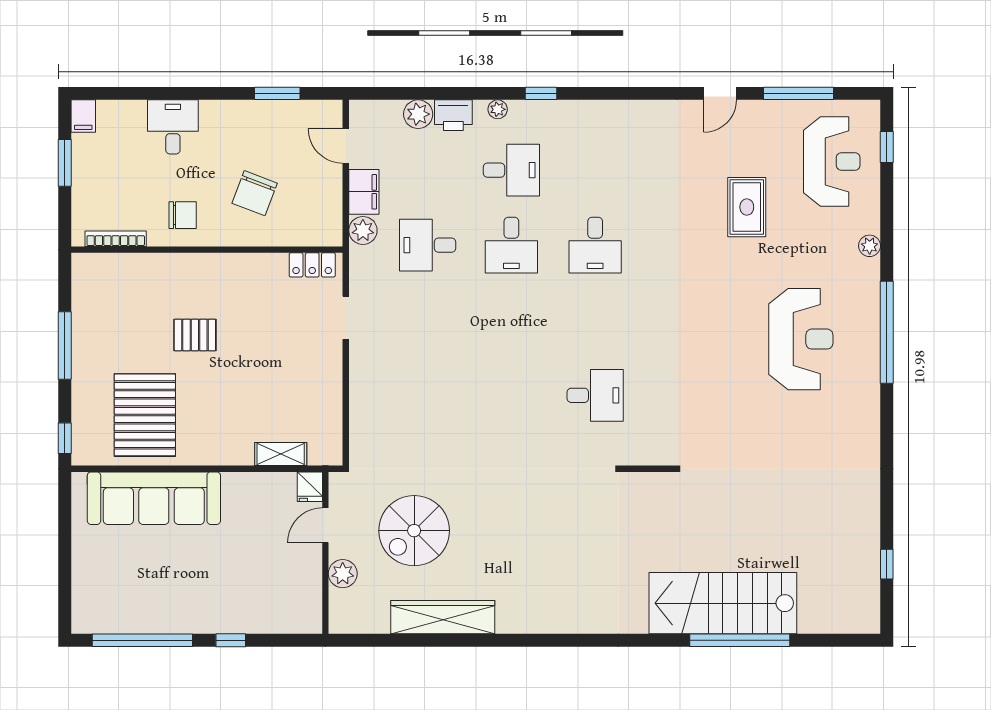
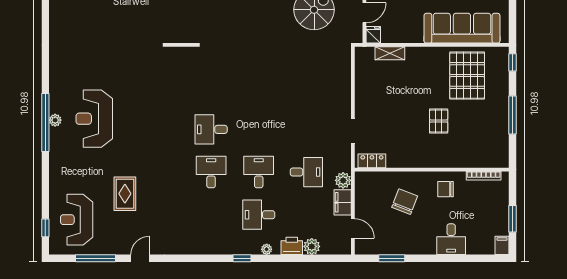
plant: (870, 246) -> (55, 120), moved
pallet: (195, 335) -> (439, 121), turned 90
desk: (595, 395) -> (211, 129), moved

